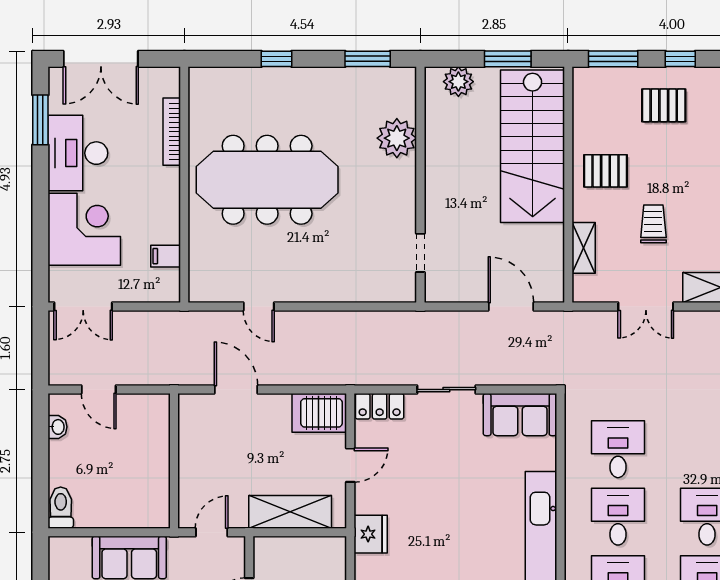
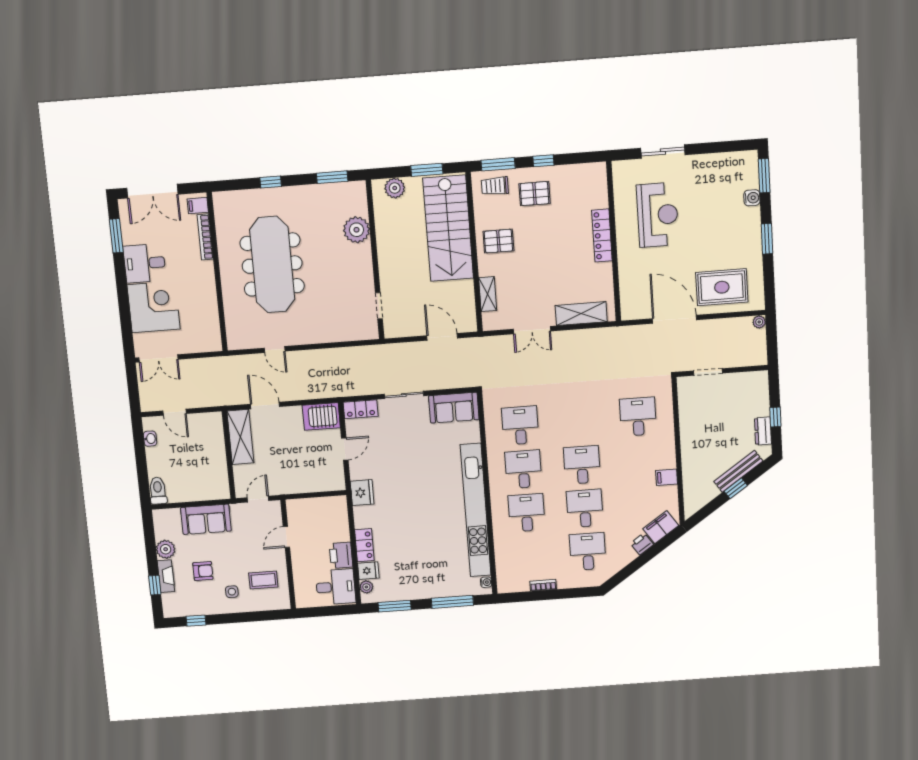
desk: (78, 153) -> (145, 263), width x0.73
meeting table: (267, 180) -> (272, 265), turned 90
trolley: (653, 224) -> (495, 186), moved, turned -90
filing cabinet: (166, 256) -> (198, 206), moved
shelving: (290, 512) -> (240, 437), moved, turned 90

